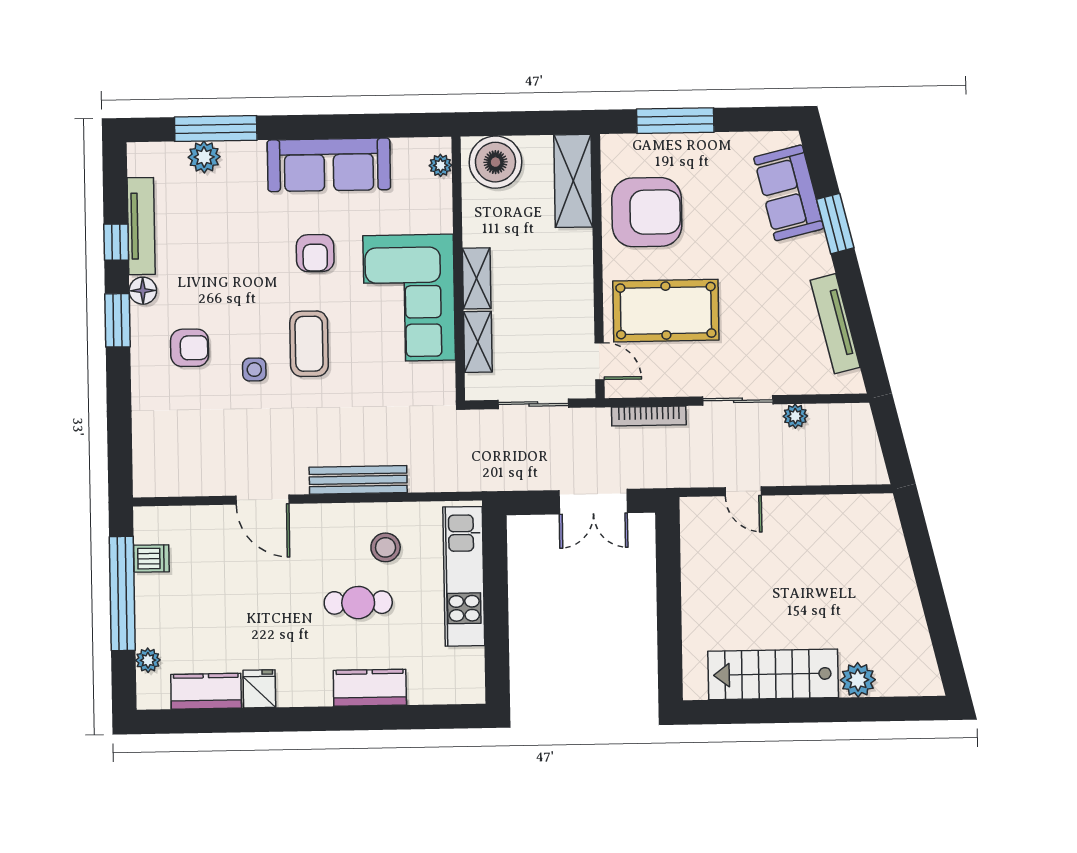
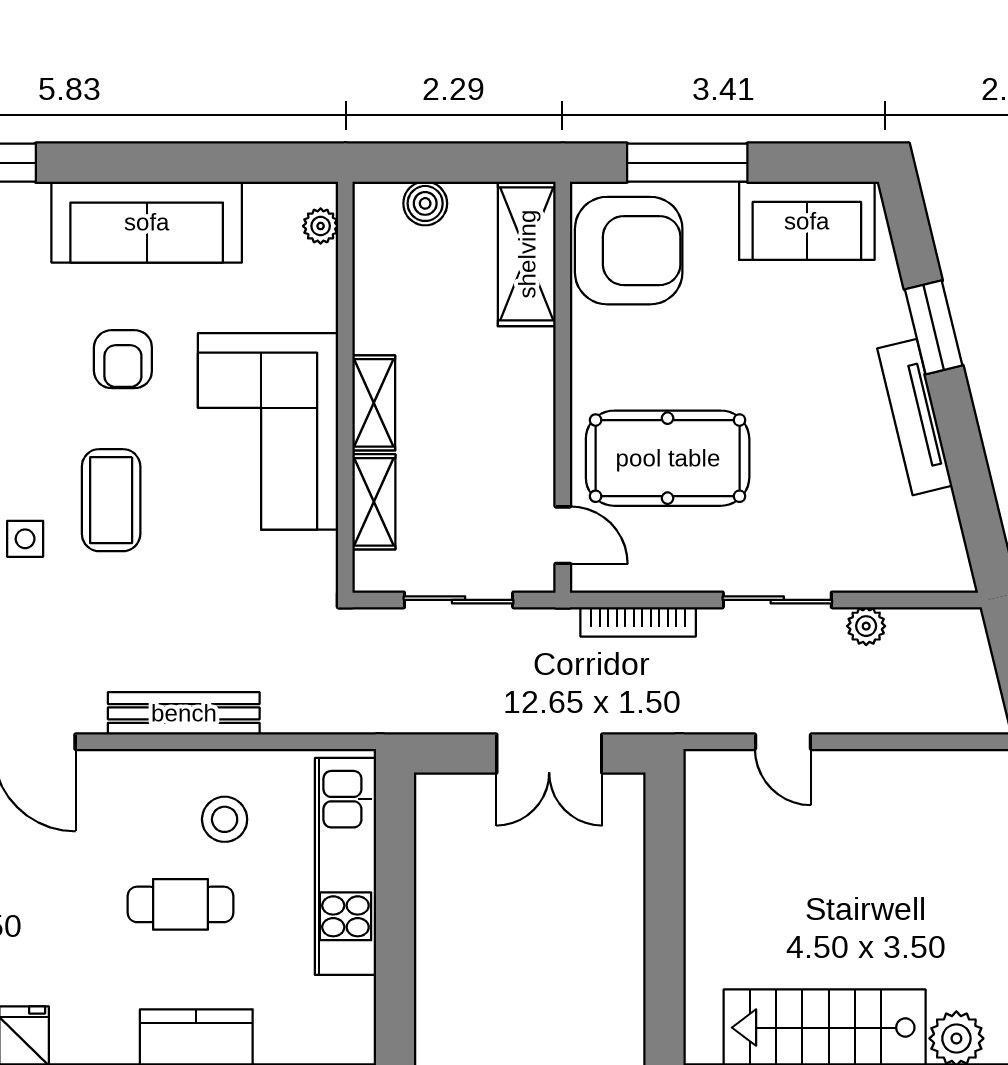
boiler: (495, 162) -> (425, 203), width x0.54, depth x0.54
sofa: (789, 193) -> (807, 221), moved, turned -76
armchair: (647, 212) -> (629, 251), moved
tv unit: (835, 324) -> (915, 417), moved

